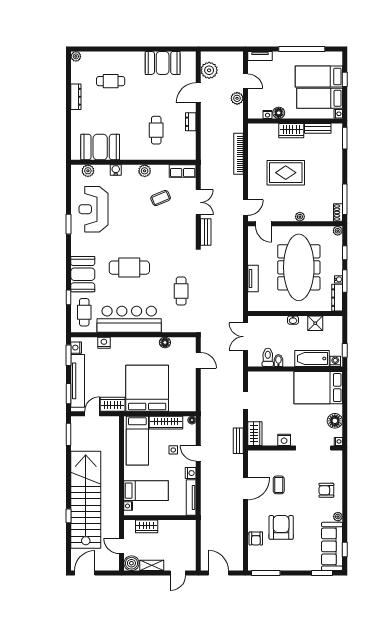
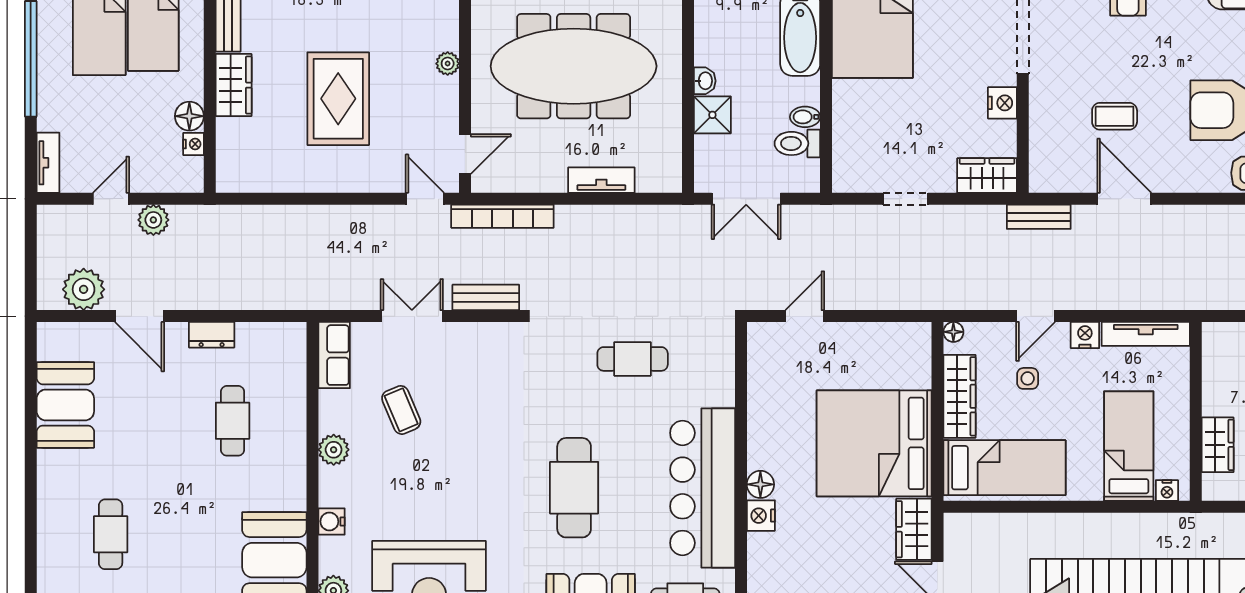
cafe table: (156, 130) -> (233, 421), turned 90
bookcase: (238, 154) -> (502, 216), moved
shower: (315, 323) -> (712, 115), moved
floor lamp: (165, 342) -> (760, 484), moved
nightstand: (104, 343) -> (761, 516), moved
bench: (238, 441) -> (1039, 217), moved

